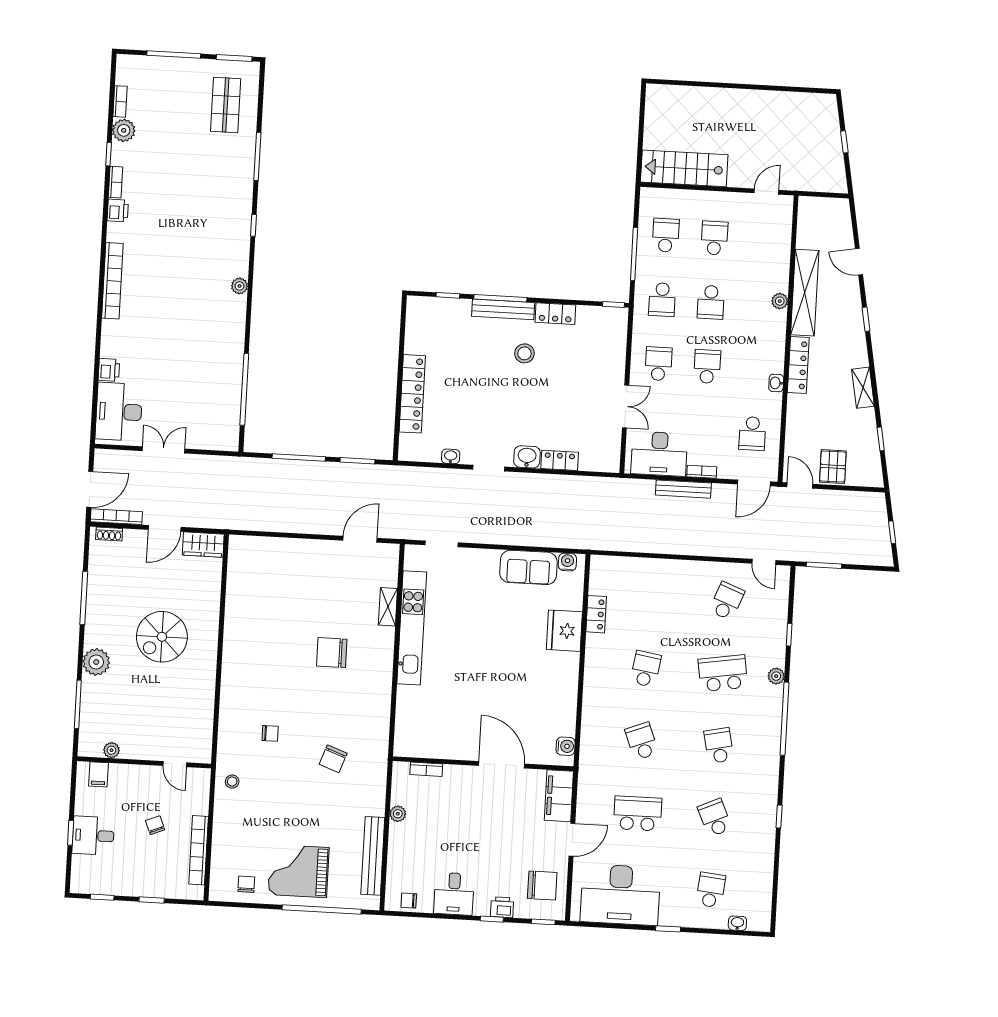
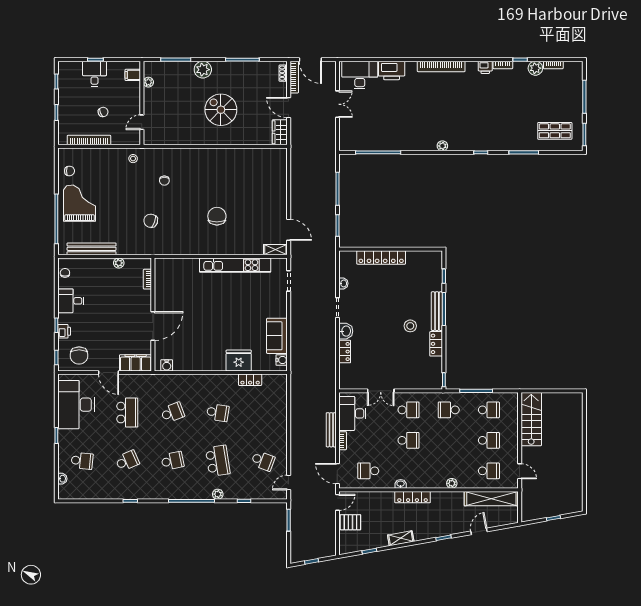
shelving: (805, 293) -> (491, 499), moved
school desk: (711, 302) -> (489, 471), moved, turned 180
printer: (109, 370) -> (392, 70), width x1.87, depth x1.48
shelving: (388, 607) -> (275, 250), moved

